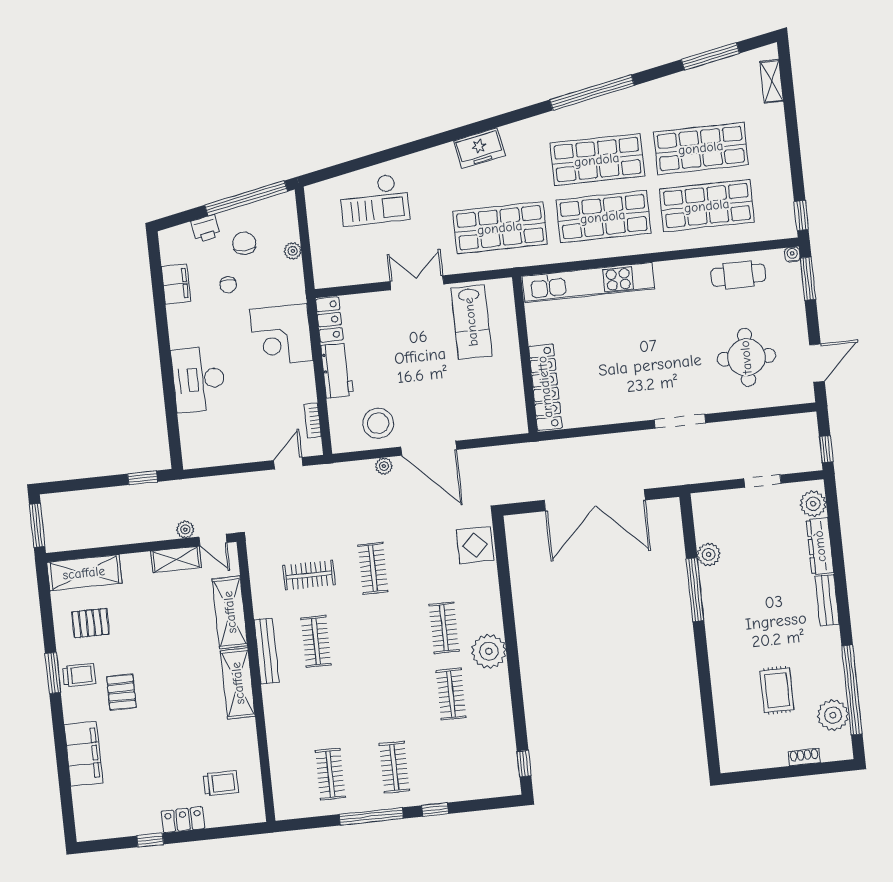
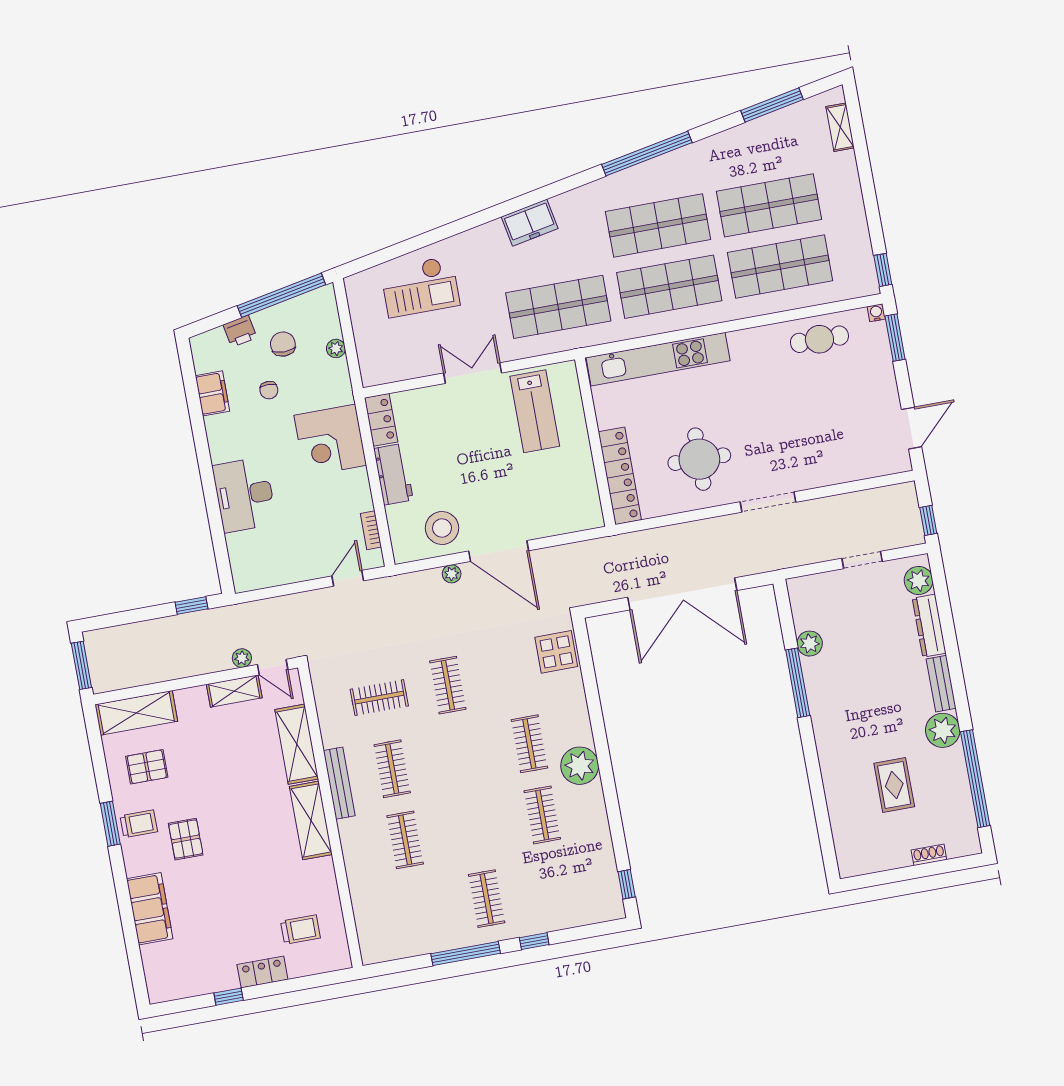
round table: (746, 357) -> (699, 459), moved
plant: (833, 715) -> (943, 730), moved
clothes rail: (330, 774) -> (405, 840), moved

